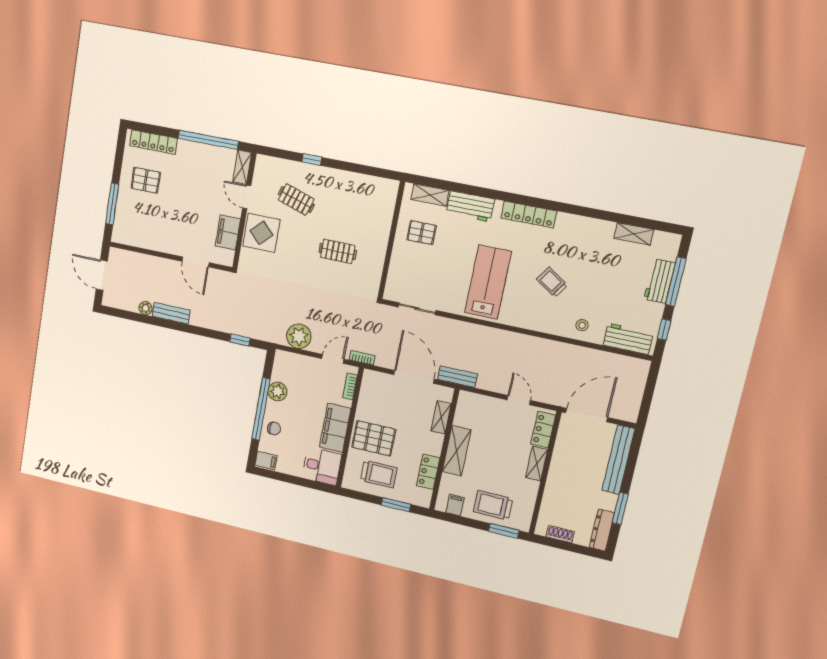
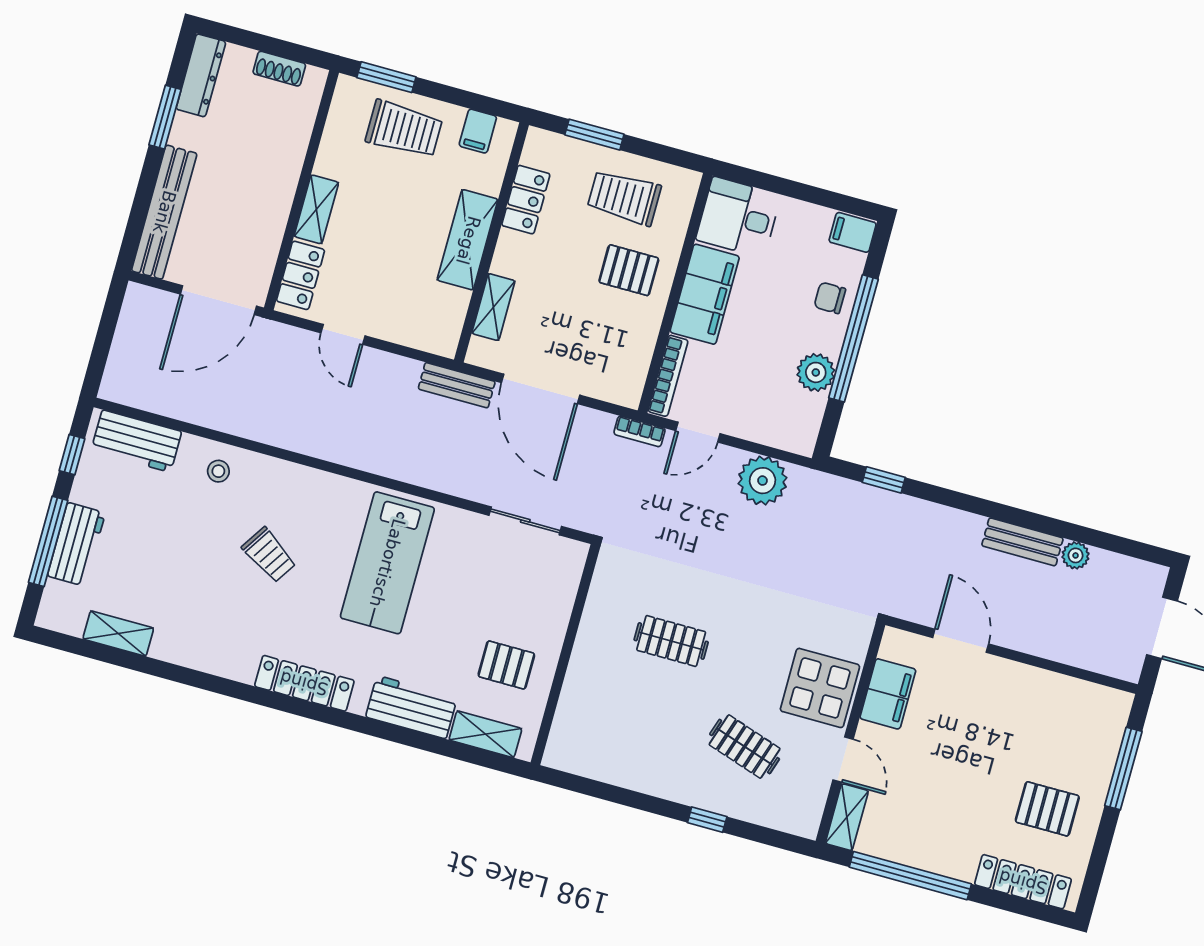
bookcase: (350, 386) -> (668, 376), width x1.56
pallet: (374, 438) -> (629, 270), width x0.67, depth x0.71

